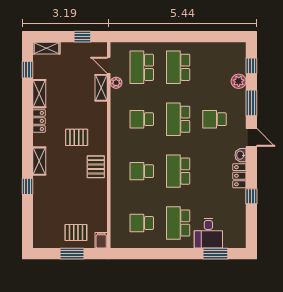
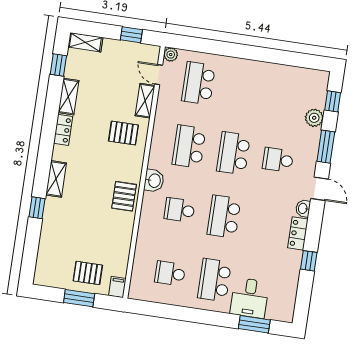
school desk: (178, 67) -> (243, 90), removed
plant: (116, 83) -> (171, 55), moved
school desk: (142, 119) -> (189, 147), width x1.85
pallet: (77, 137) -> (123, 133), moved
washbasin: (118, 151) -> (154, 181), added

